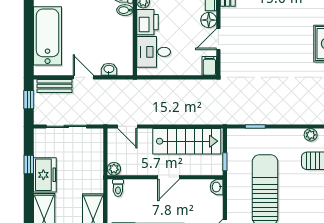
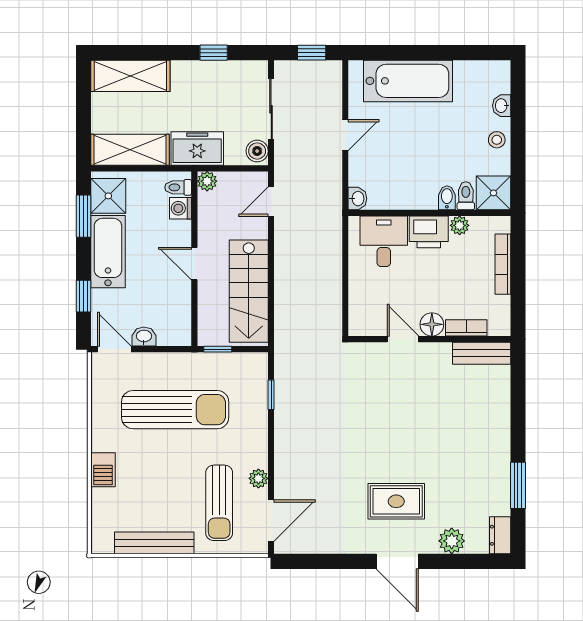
filing cabinet: (209, 66) -> (363, 325), removed
washbasin: (109, 69) -> (357, 199), moved
bench: (54, 86) -> (332, 91), removed
boiler: (94, 136) -> (257, 151), added
freezer: (45, 175) -> (197, 148), moved, turned 180
washing machine: (132, 186) -> (180, 208), added
washbasin: (217, 187) -> (144, 337), moved

